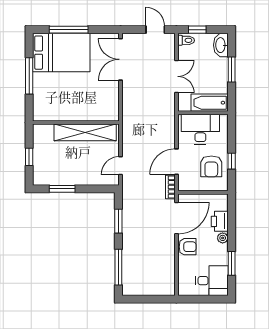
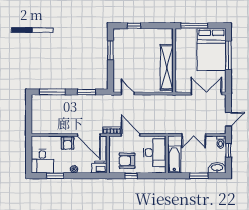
wall: (76, 123) -> (174, 60), moved
shelving: (85, 132) -> (167, 67), moved
printer: (220, 221) -> (99, 167), moved

